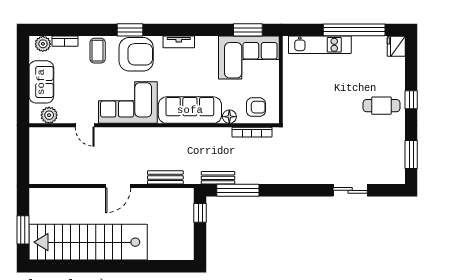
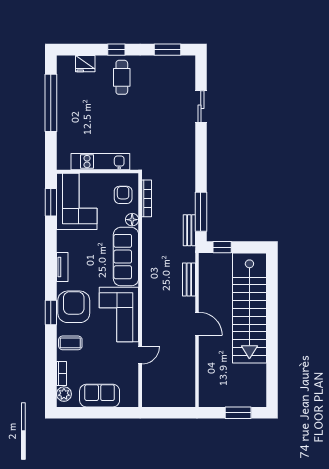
kitchen unit: (320, 45) -> (100, 162), moved, turned -90
fridge: (396, 46) -> (85, 64), moved
plant: (49, 115) -> (131, 388), removed
stairs: (88, 242) -> (249, 308), moved

